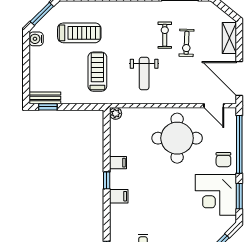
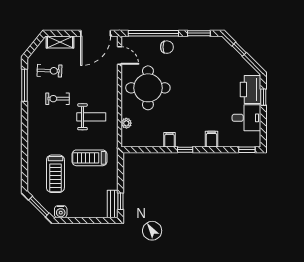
treadmill: (79, 33) -> (55, 174), turned 180
exercise bike: (186, 43) -> (49, 71), moved
door: (214, 106) -> (119, 55), hinge flipped
plant: (116, 113) -> (126, 123), moved
corner desk: (216, 195) -> (198, 54), removed
filing cabinet: (119, 196) -> (212, 139), moved

